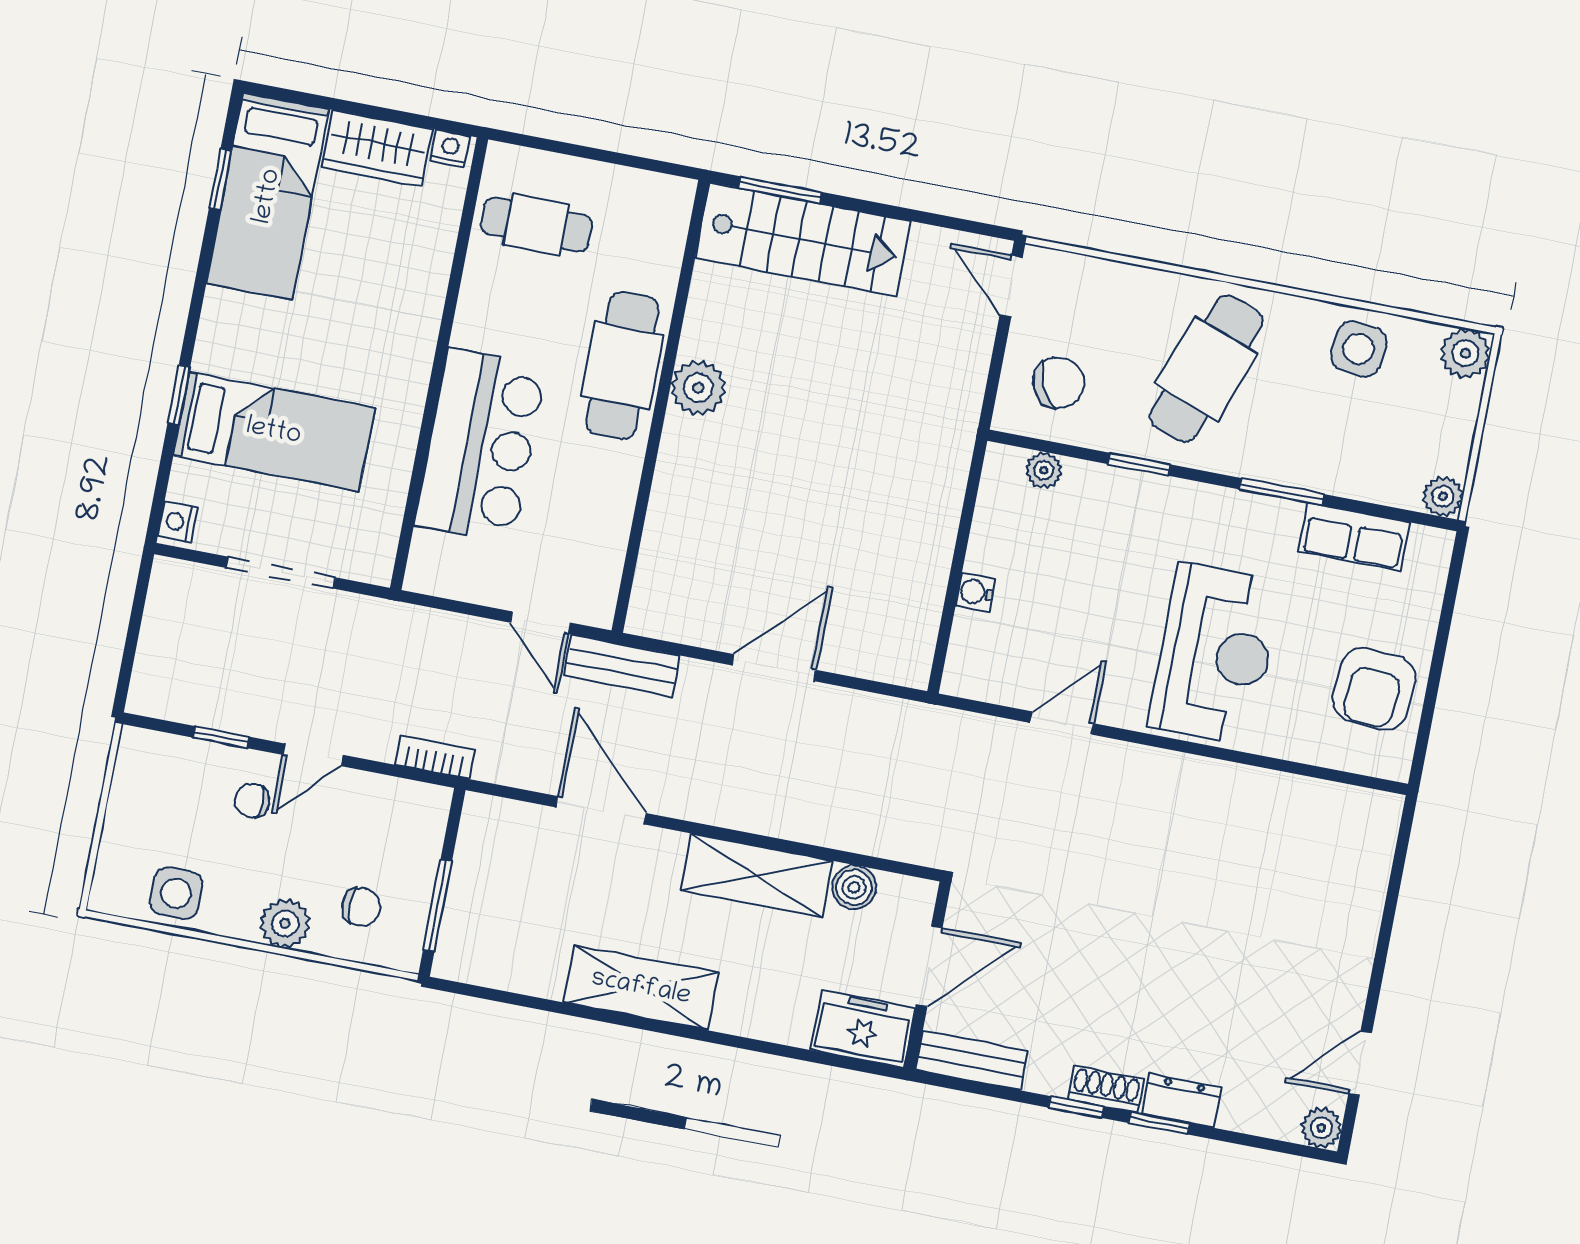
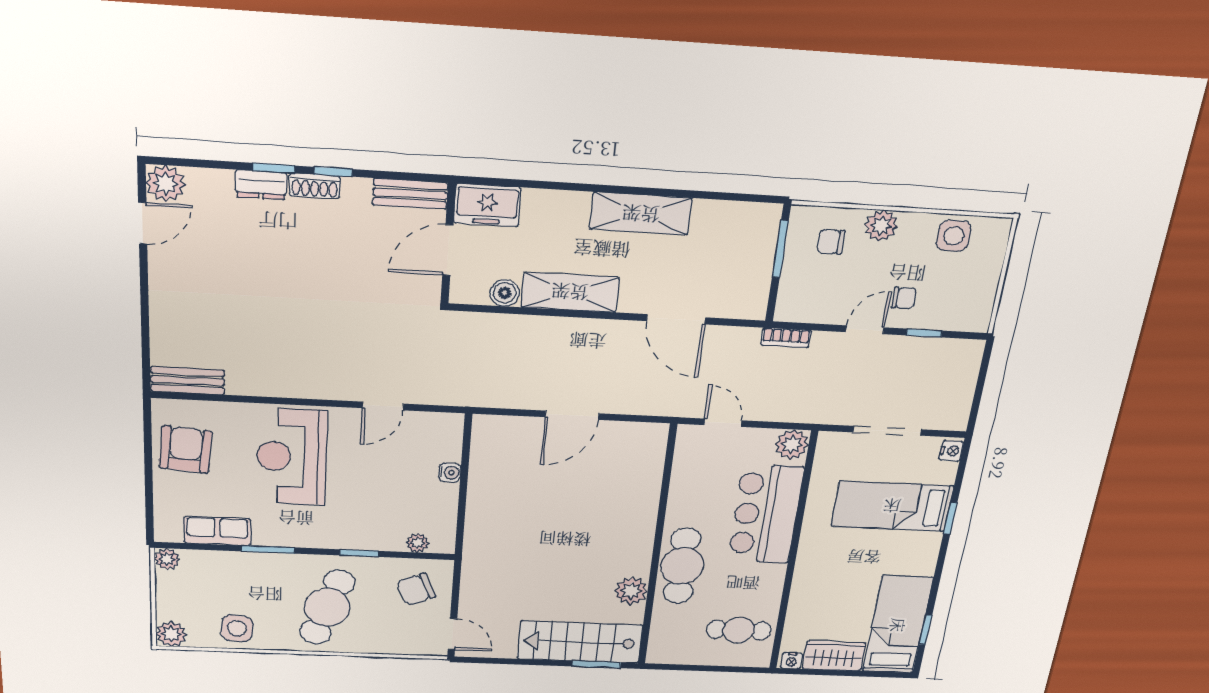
plant: (698, 388) -> (631, 591), moved
plant: (433, 569) -> (792, 444), added
bench: (622, 666) -> (188, 381), moved
plant: (1321, 1128) -> (166, 184), width x1.38, depth x1.38

